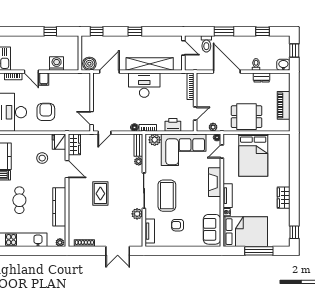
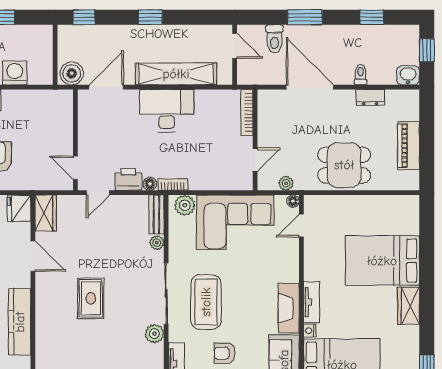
printer: (173, 125) -> (128, 179), moved
bed: (253, 155) -> (382, 261), moved, turned 90
fireplace: (215, 182) -> (289, 308), moved

